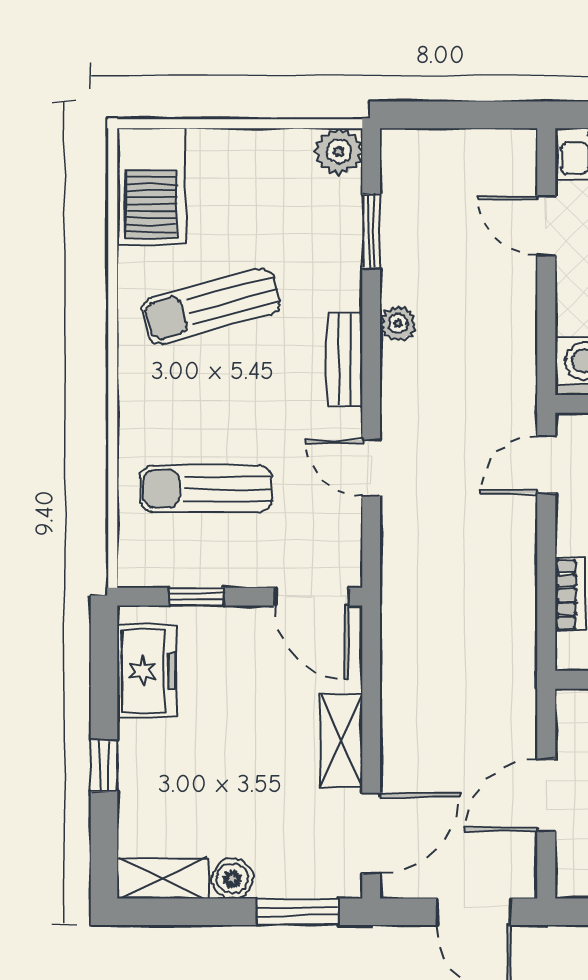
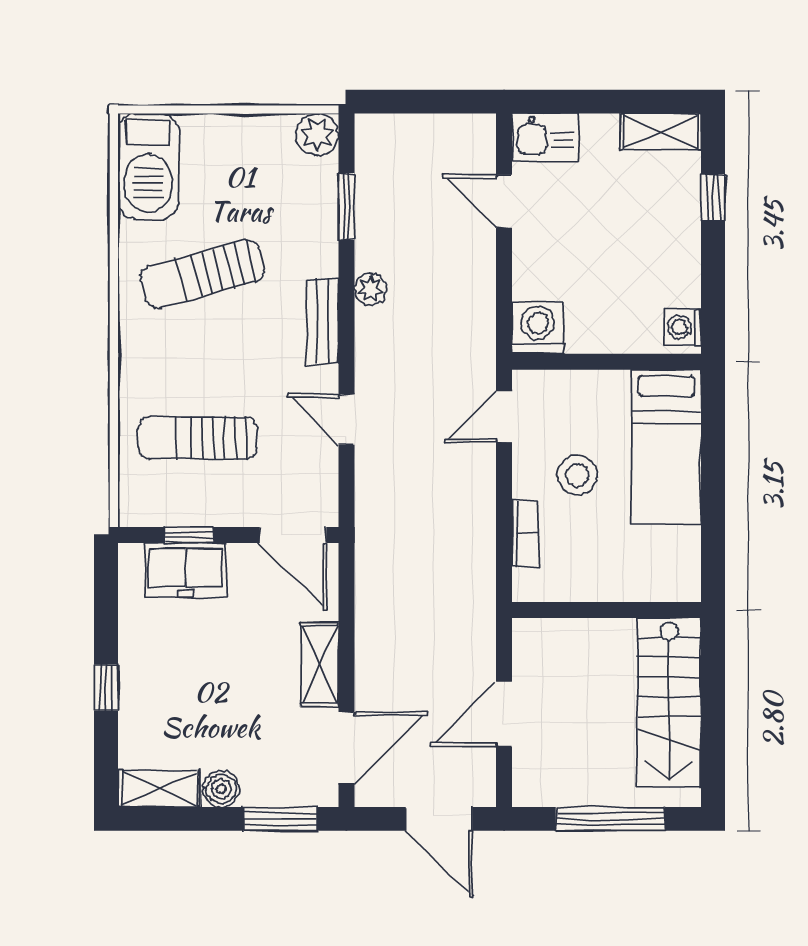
freezer: (147, 671) -> (186, 570), moved, turned 90

